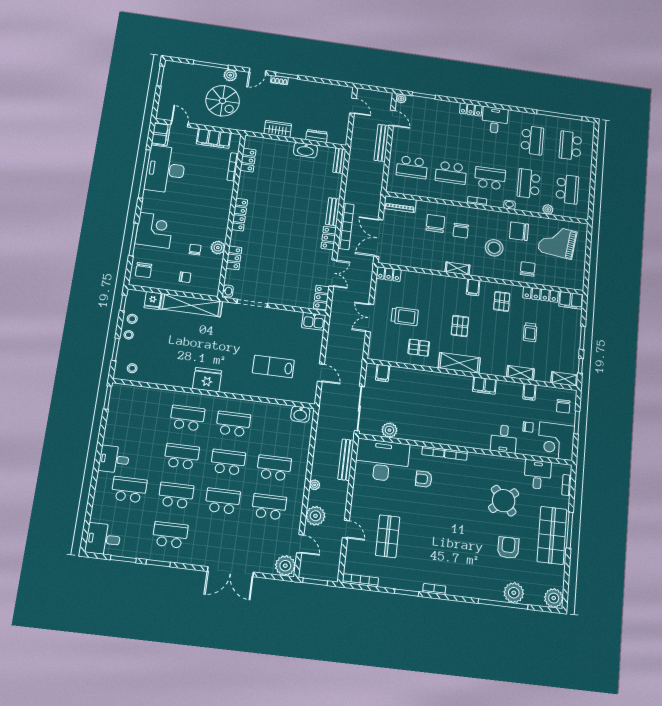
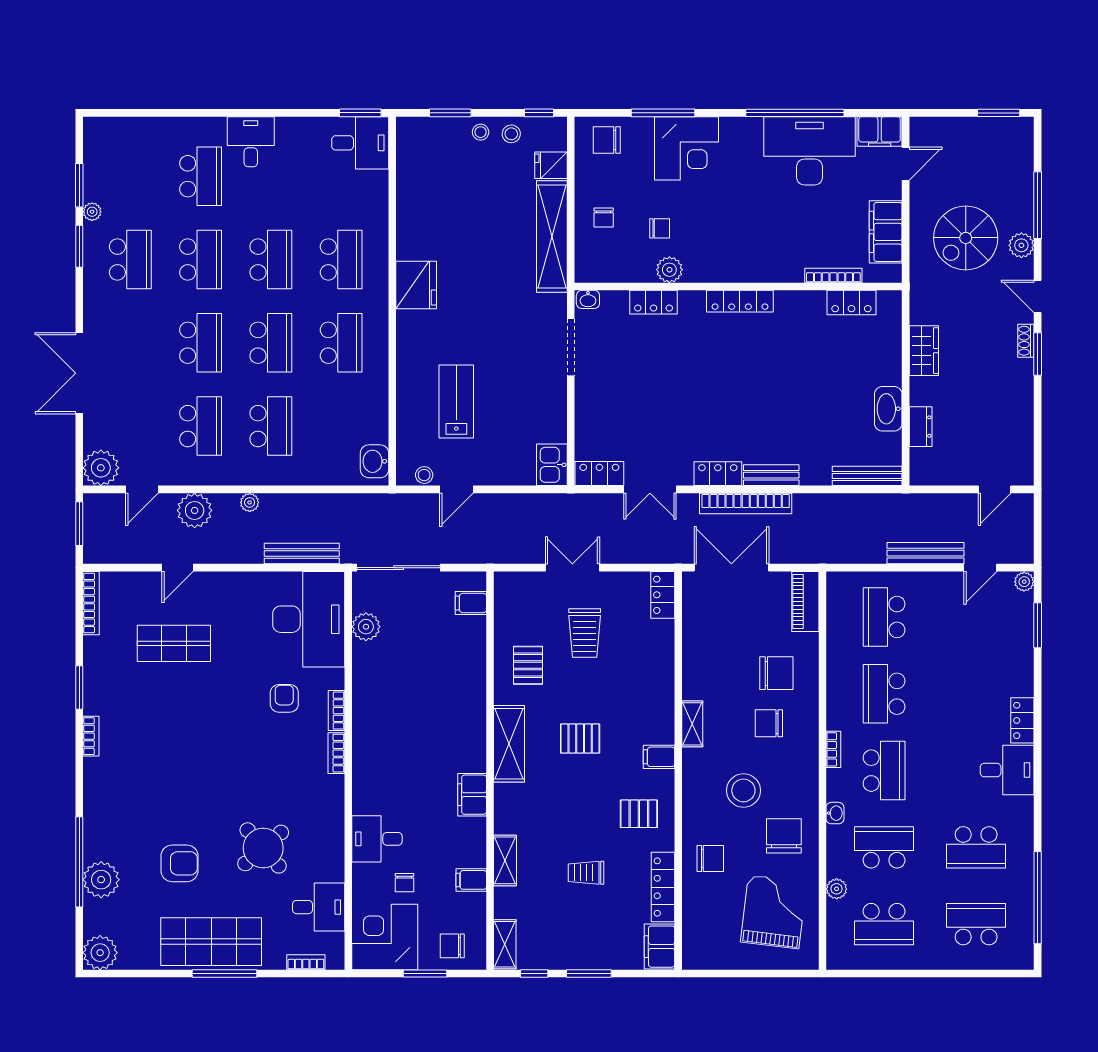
bench: (339, 161) -> (867, 476), width x1.36
stool: (132, 368) -> (424, 475), moved
desk: (103, 539) -> (360, 143), moved, turned 90
plant: (140, 553) -> (92, 212), added

